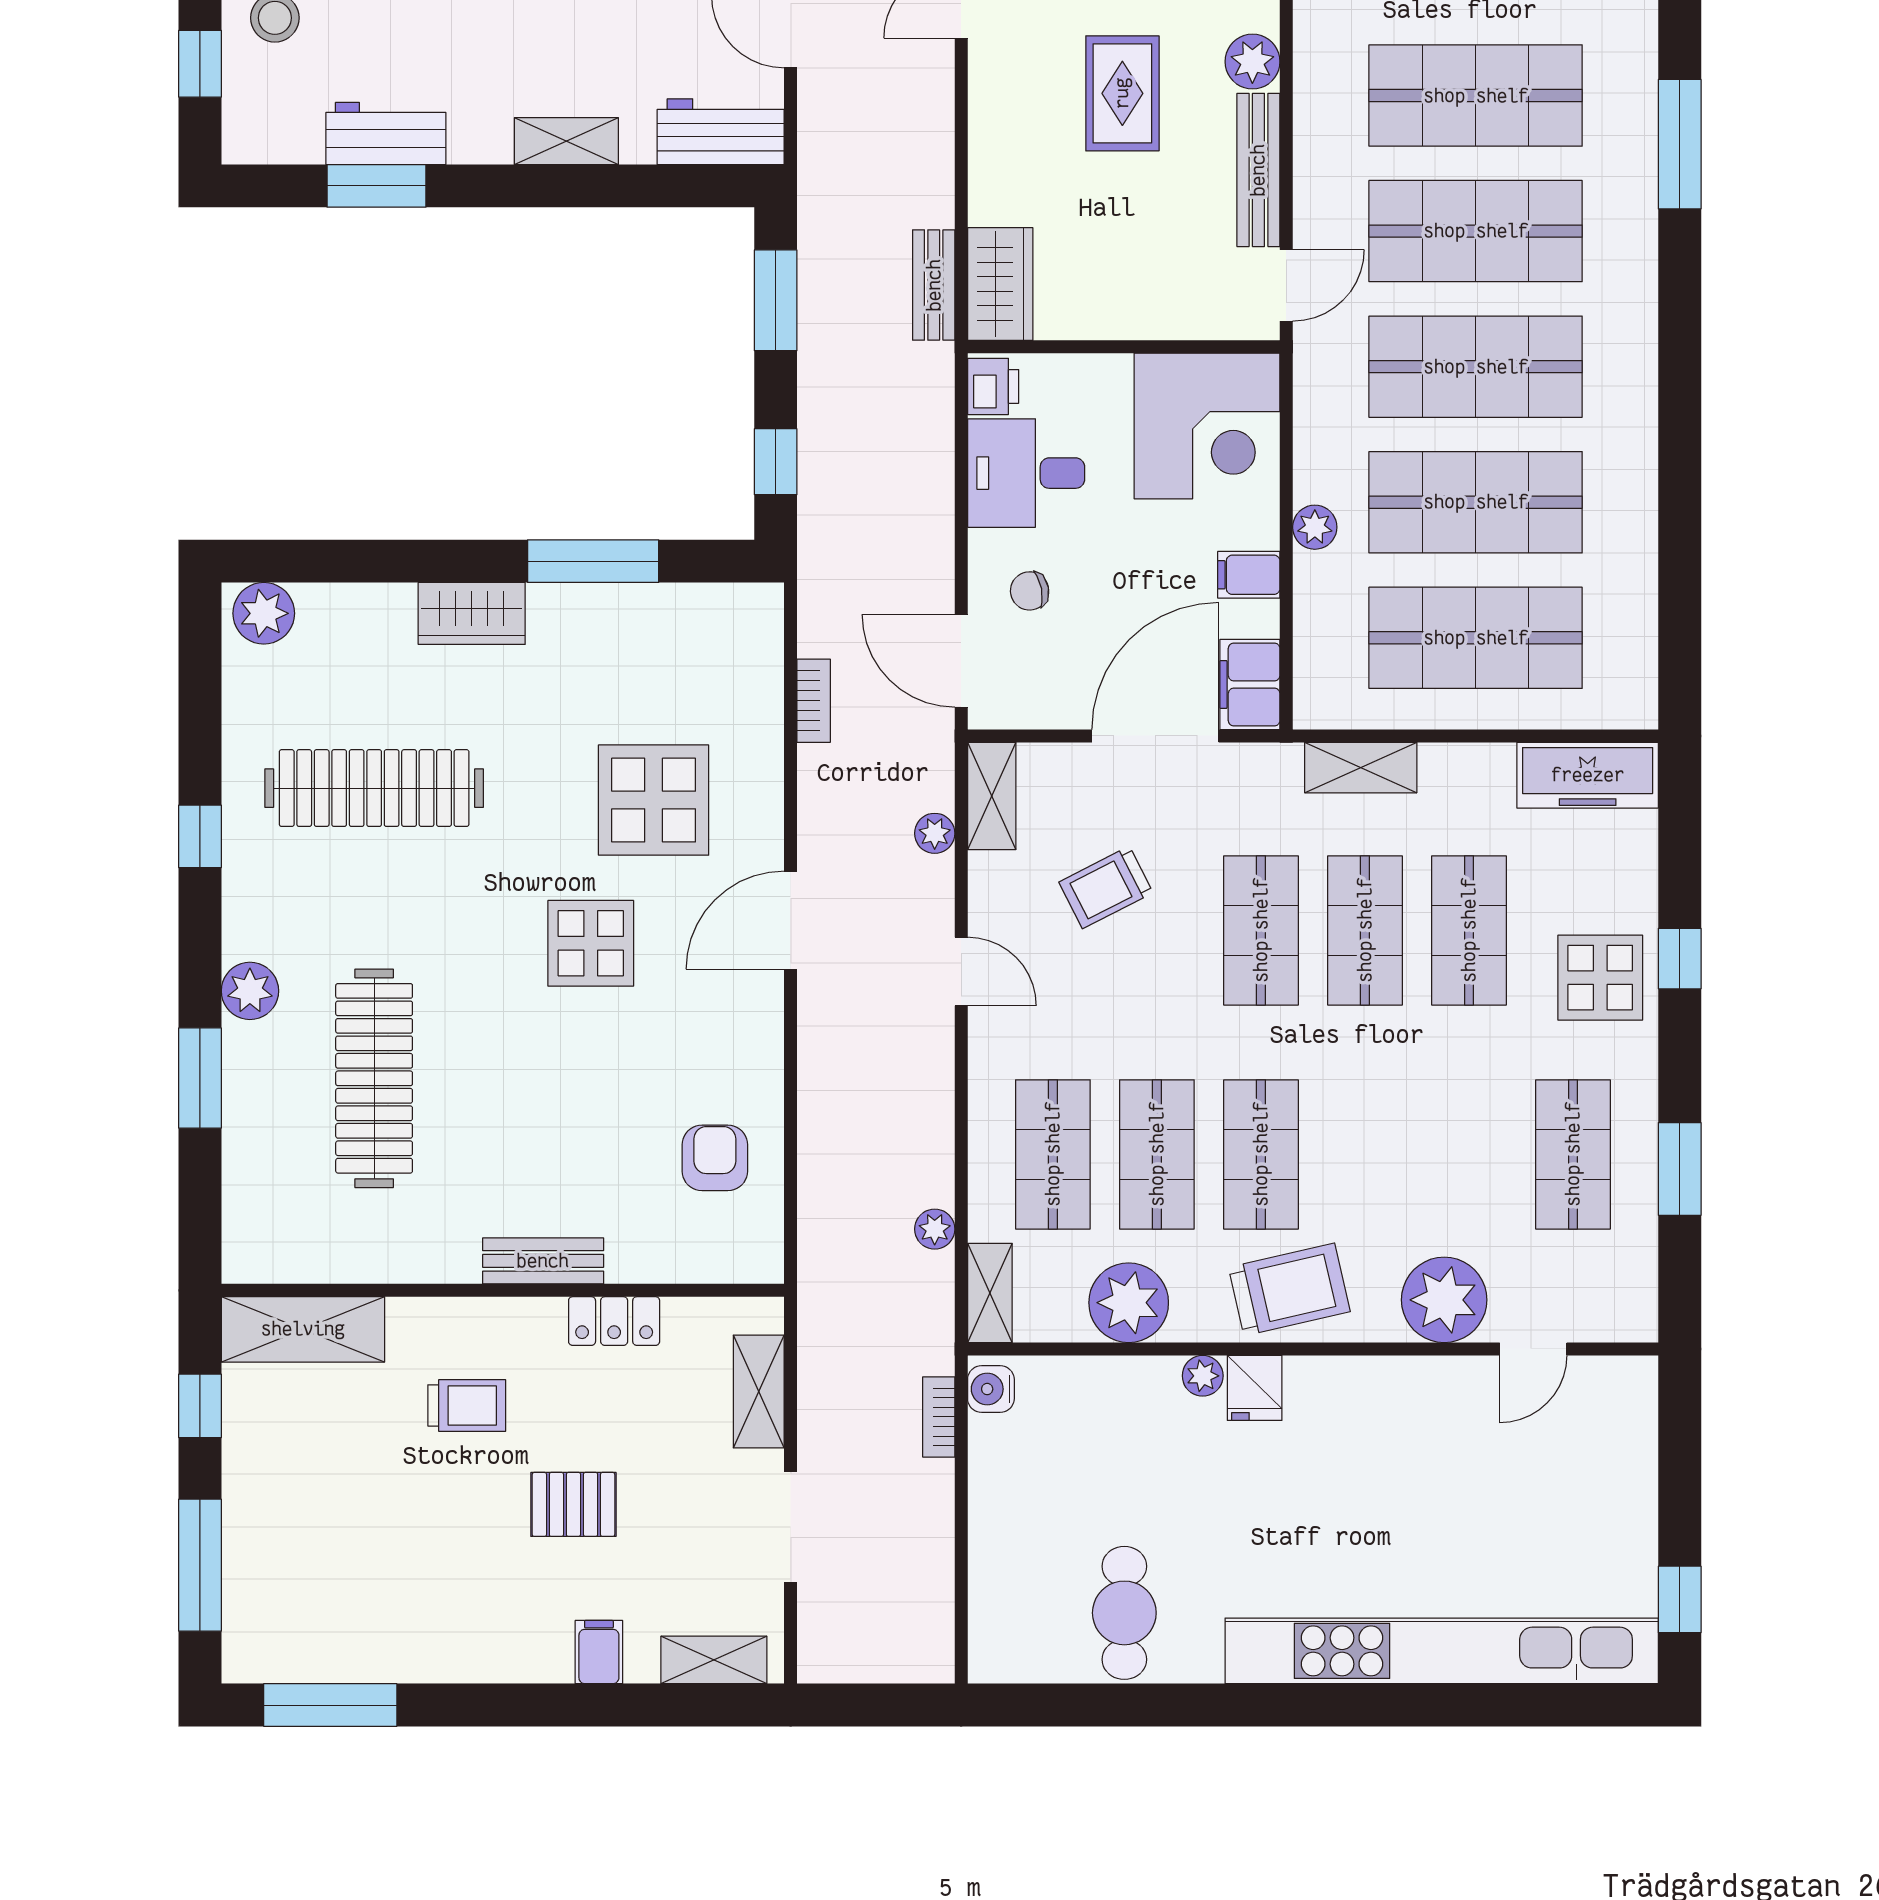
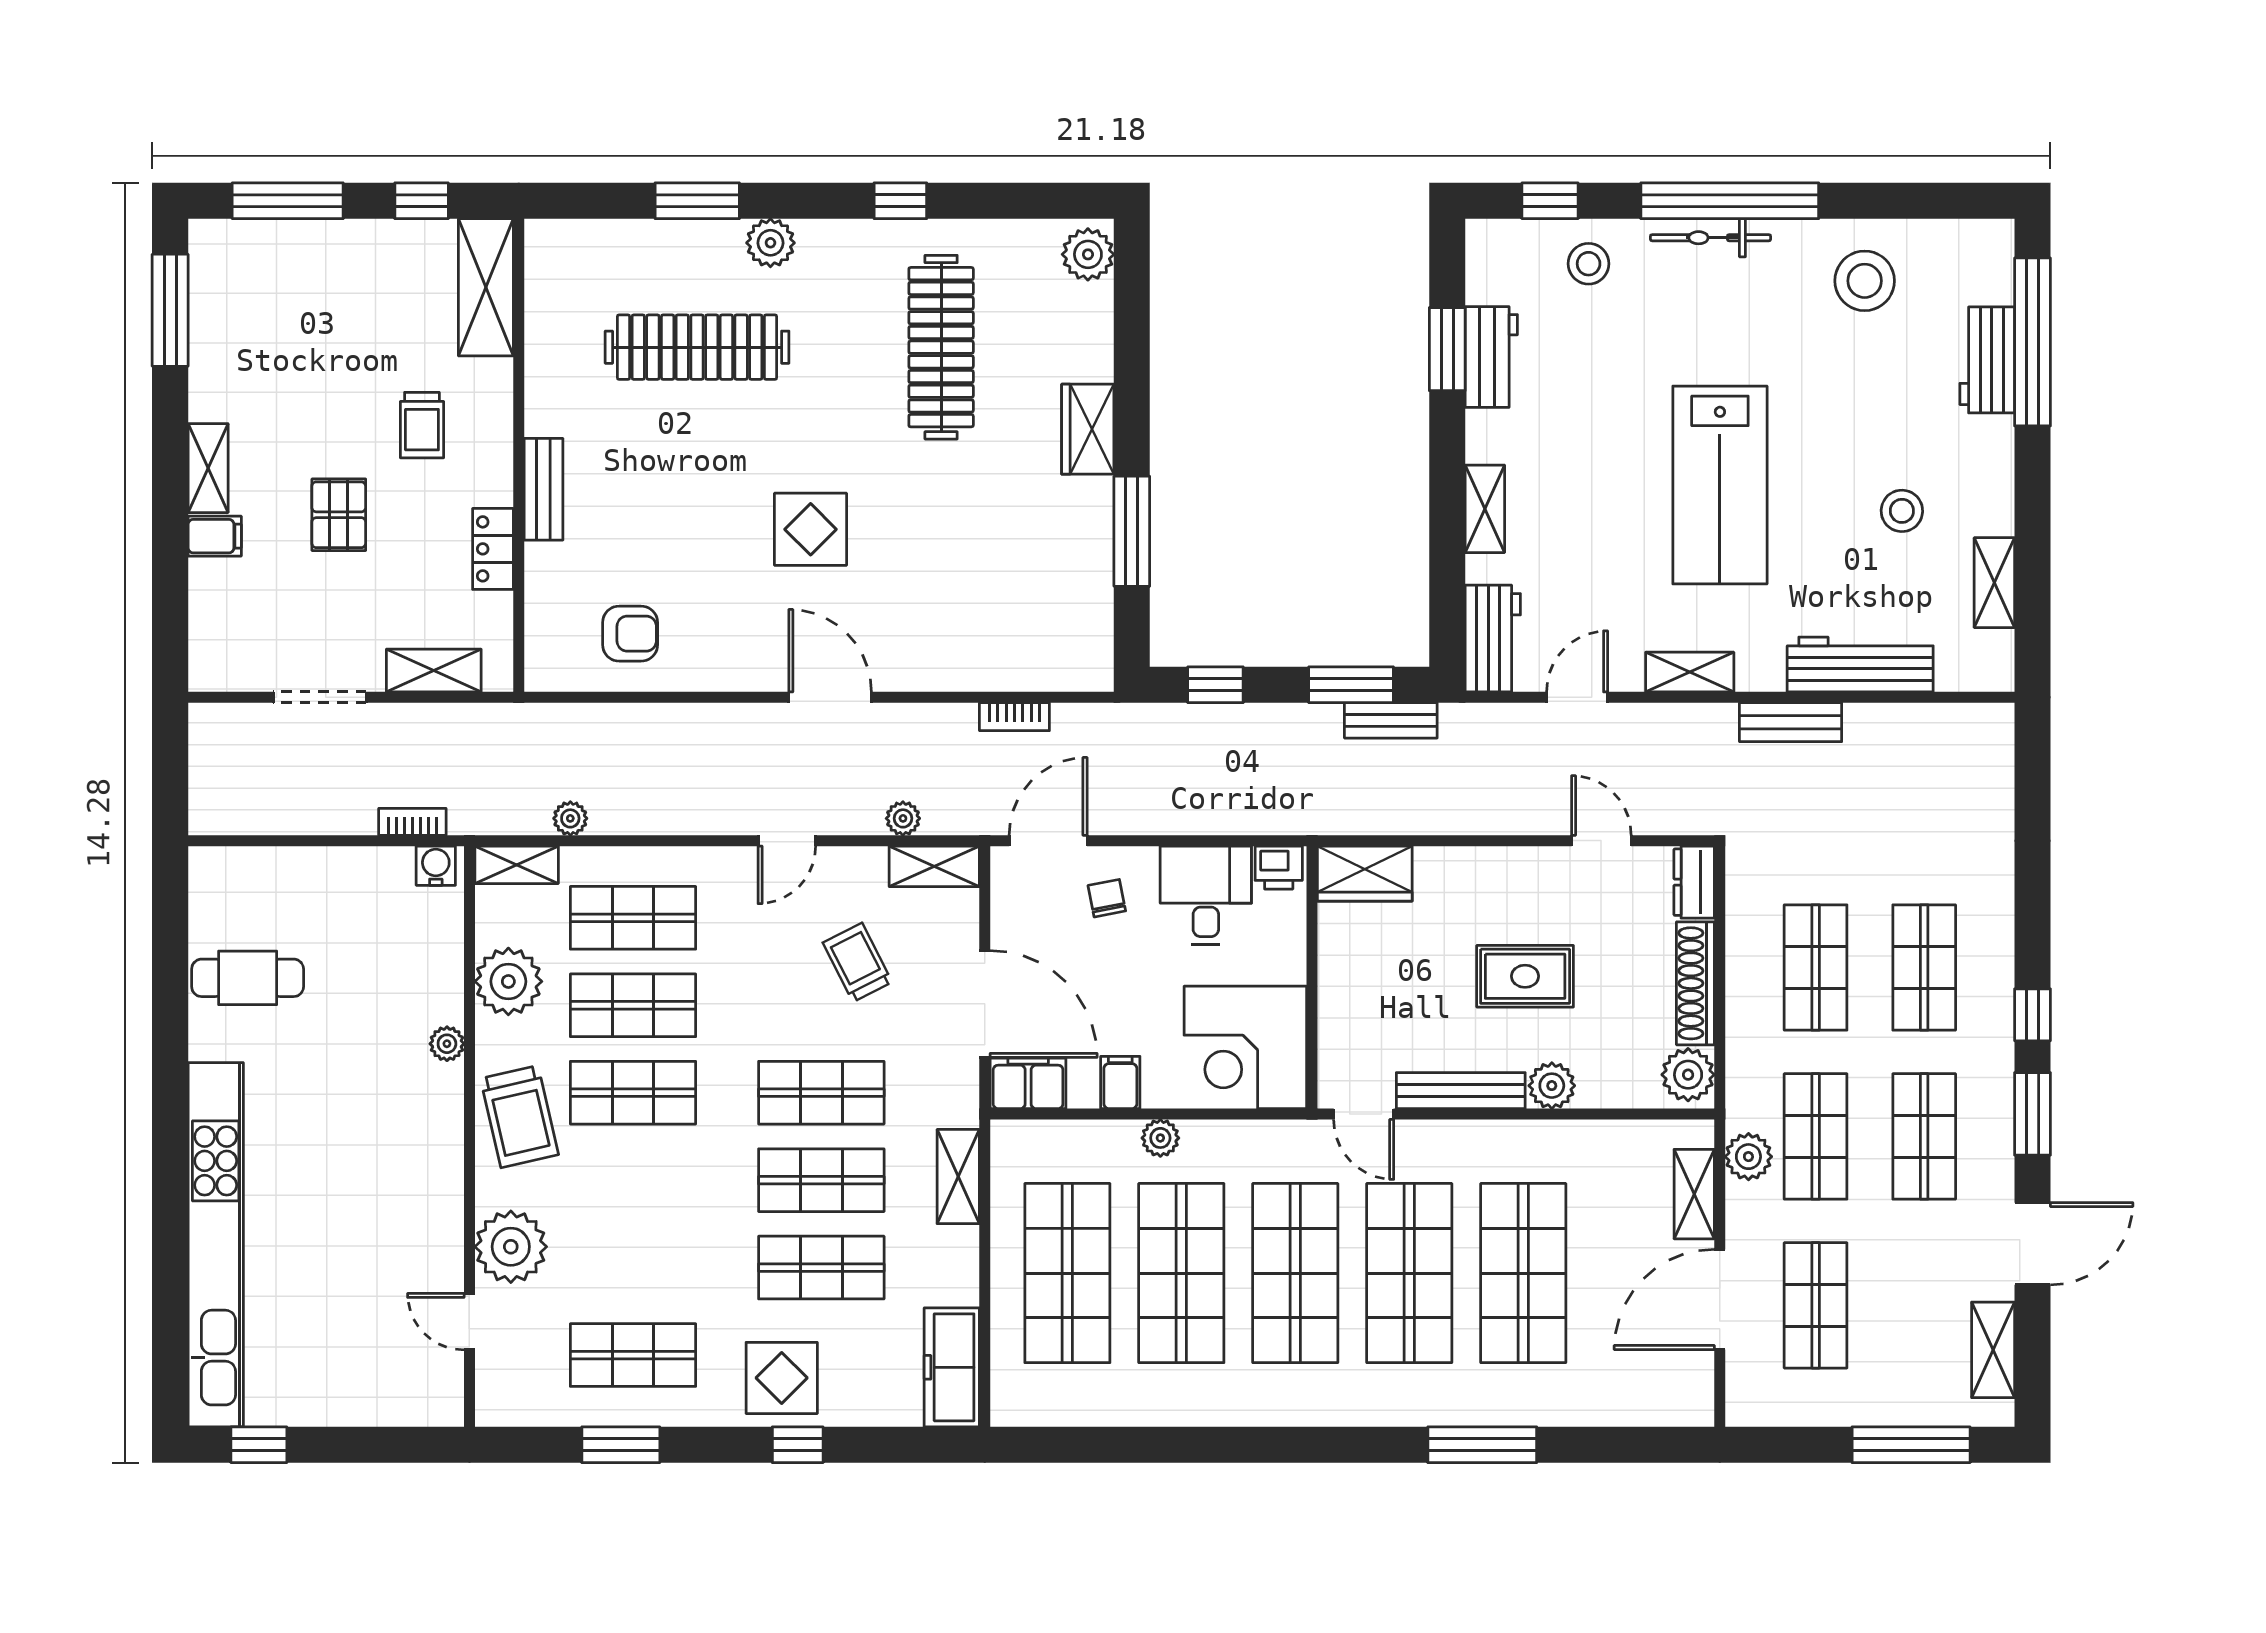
bench: (934, 285) -> (1391, 720), moved
display table: (654, 800) -> (931, 582), removed
fridge: (1255, 1388) -> (437, 1087), removed
shelving: (714, 1660) -> (208, 468), moved

